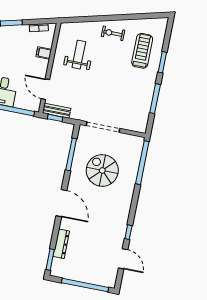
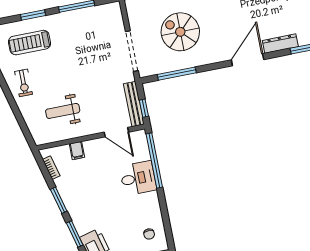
door: (45, 89) -> (116, 132), hinge flipped
bench: (57, 111) -> (134, 104), width x1.36
spiral stairs: (102, 170) -> (180, 32), turned 90
door: (61, 203) -> (248, 60), moved

